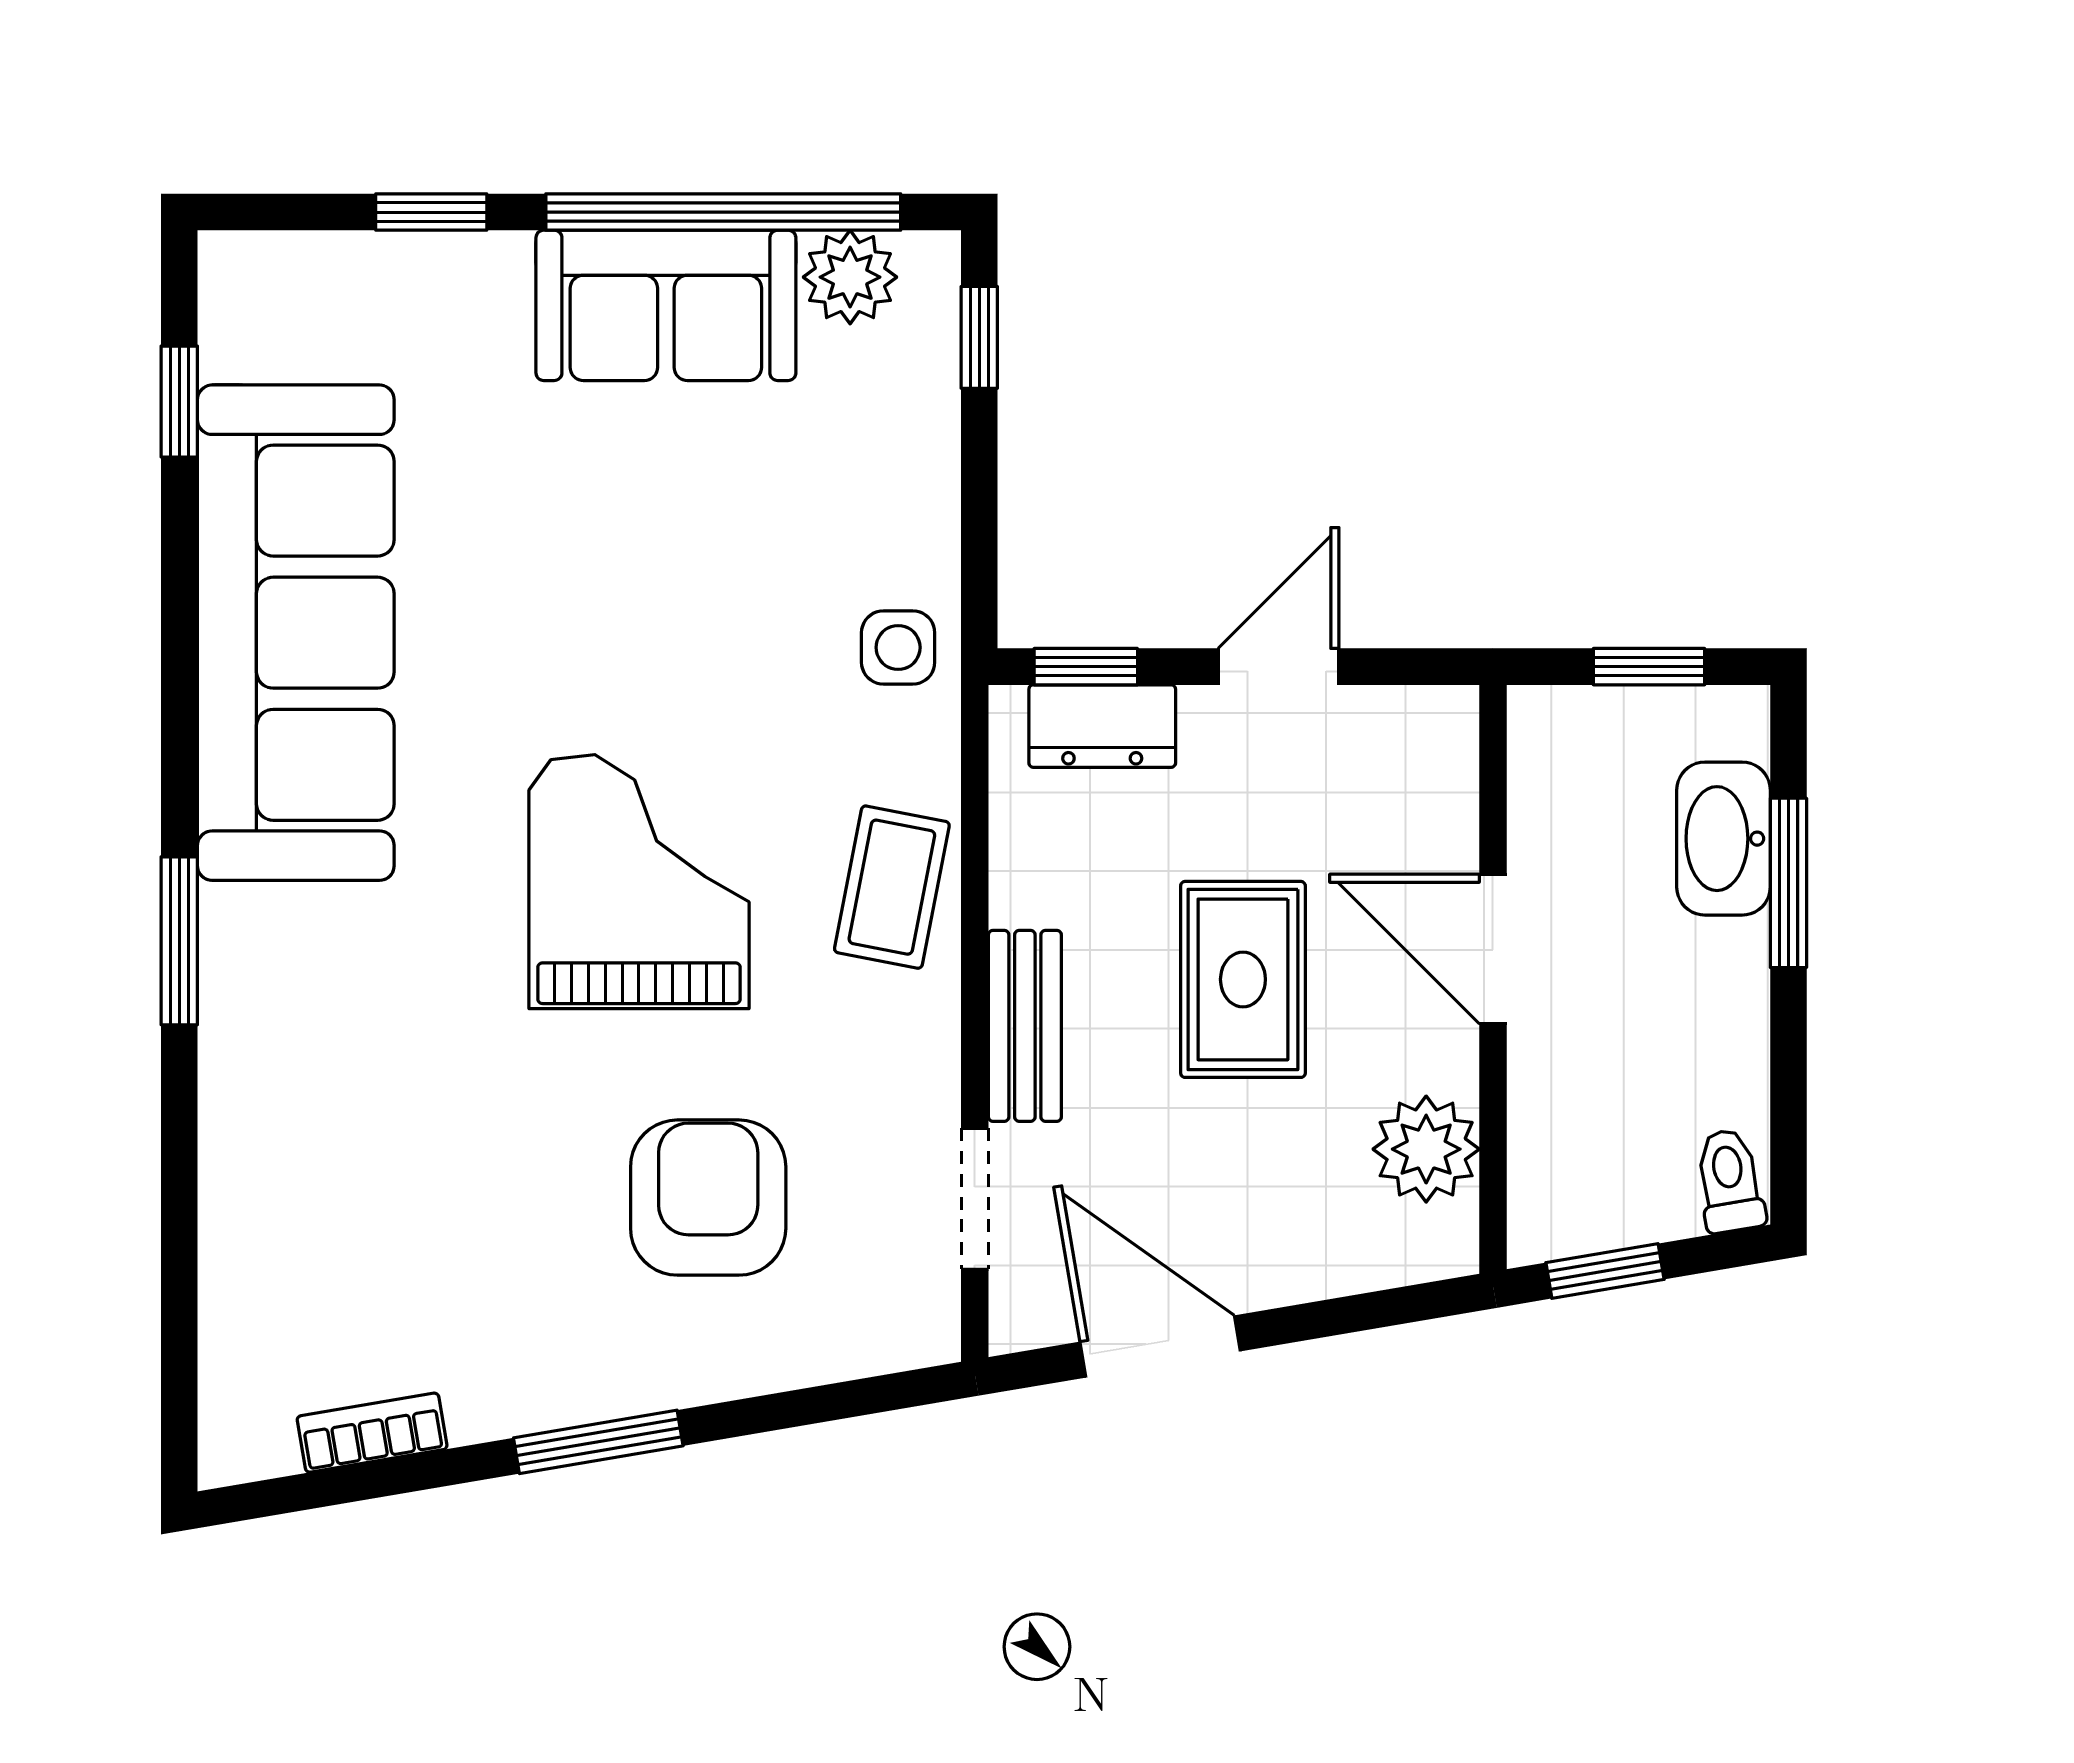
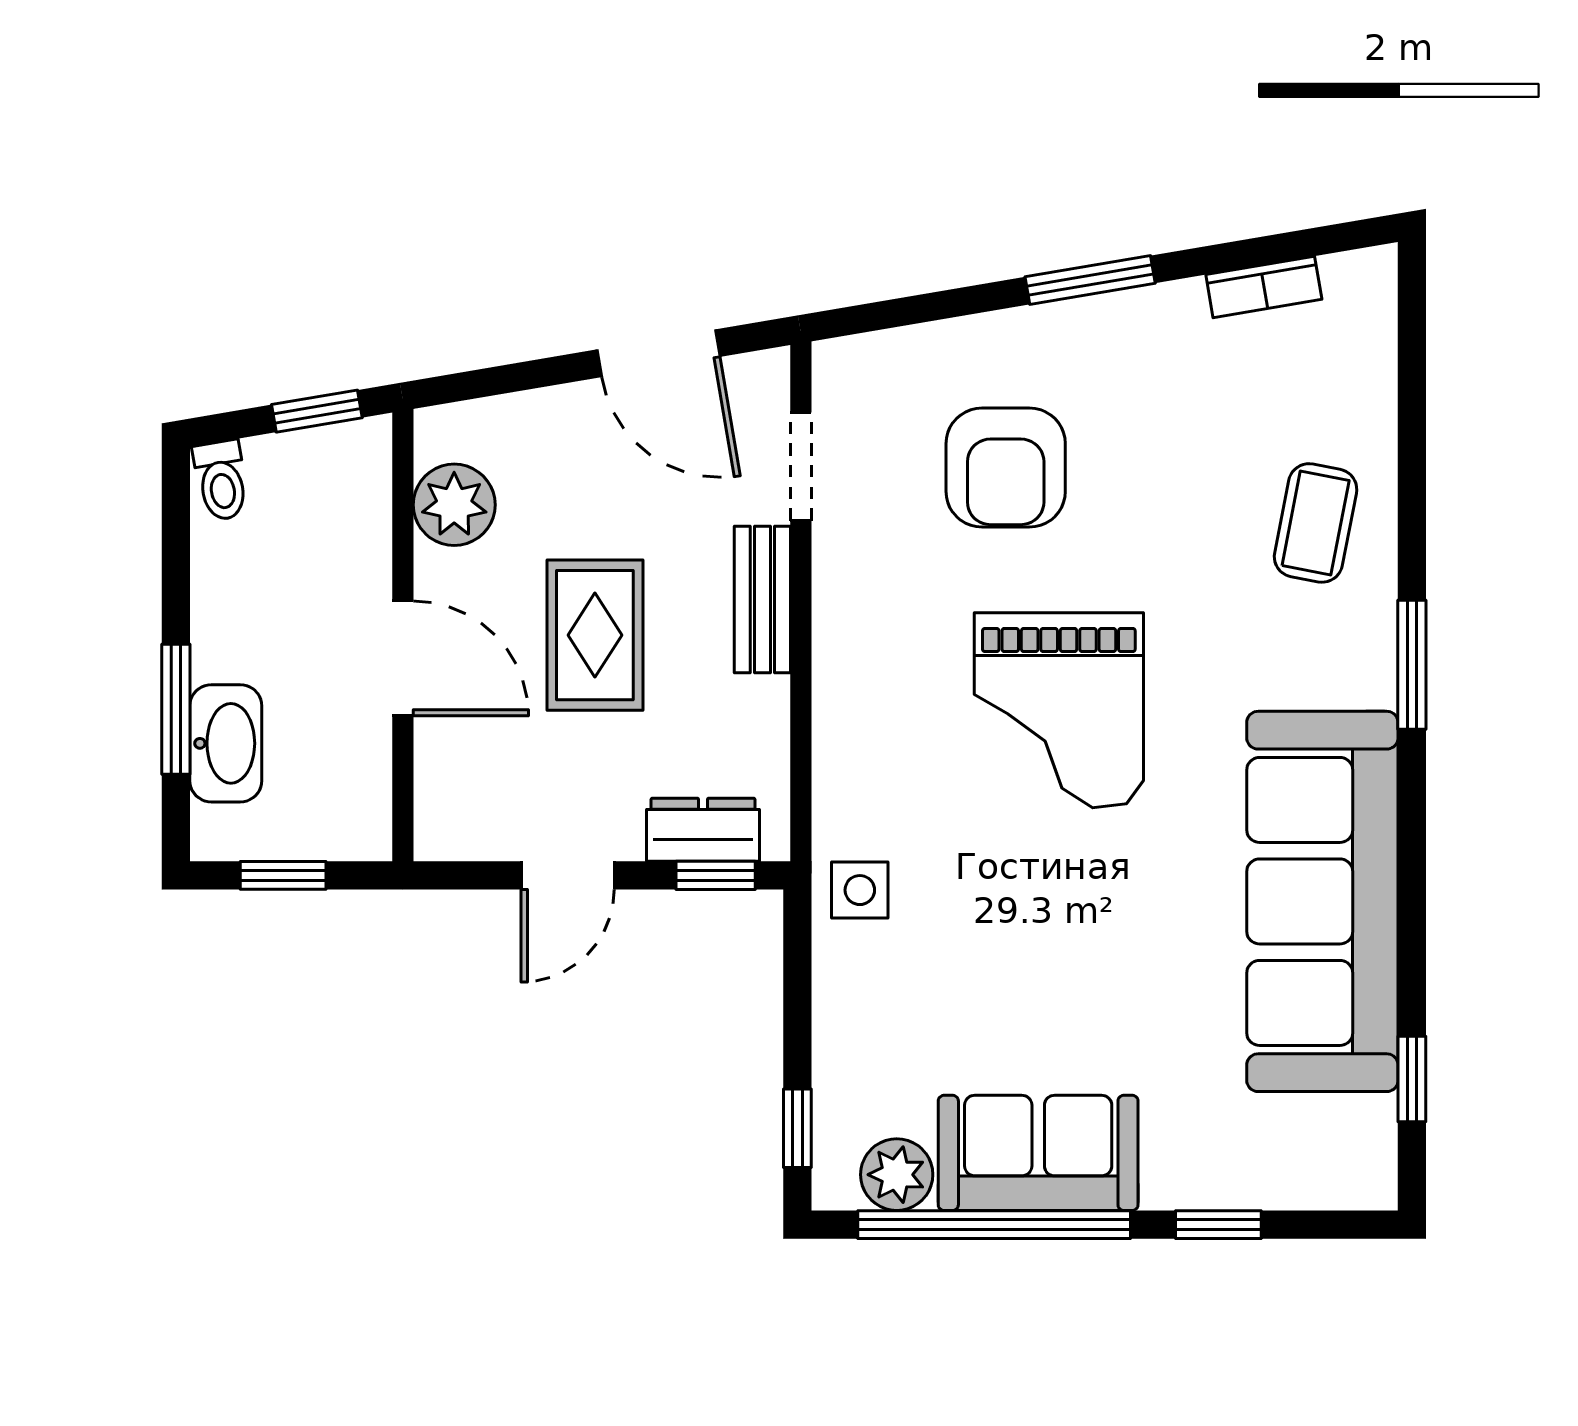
coffee table: (892, 887) -> (1316, 523), moved

